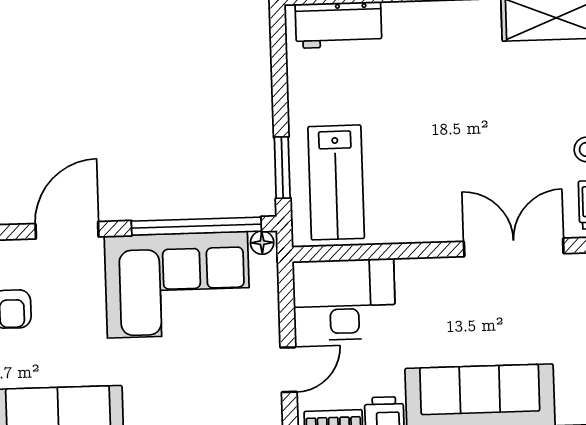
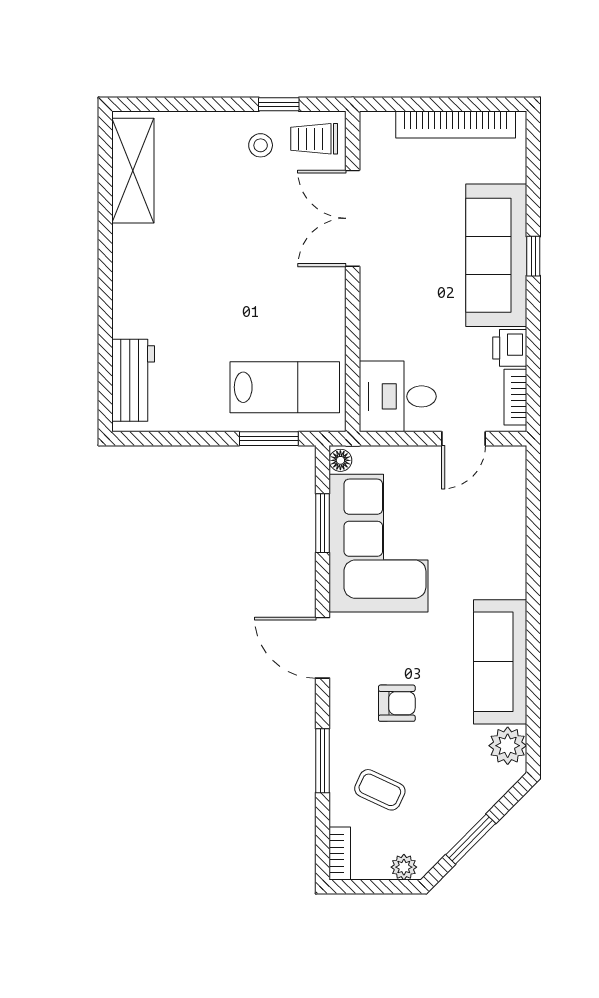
window: (196, 226) -> (323, 523), width x0.47
desk: (344, 300) -> (398, 396), width x0.73
door: (289, 370) -> (464, 439), swing flipped

